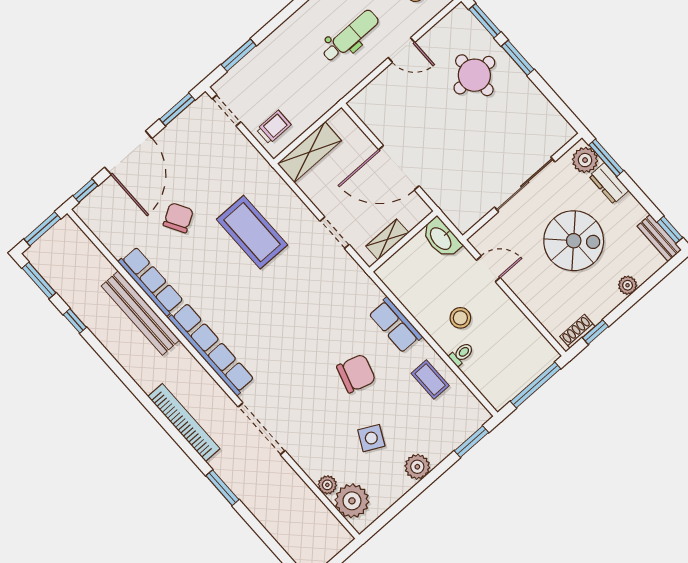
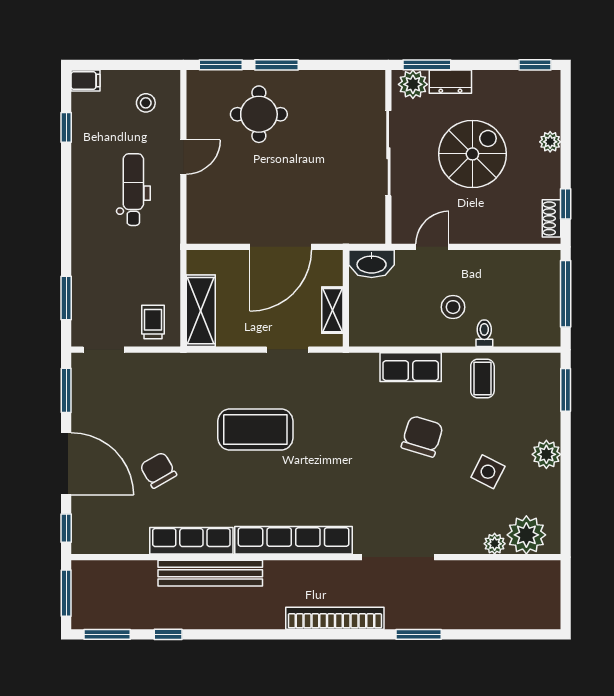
coffee table: (252, 232) -> (255, 430), moved
bench: (659, 238) -> (534, 80), removed
coffee table: (430, 379) -> (482, 378), turned 90

